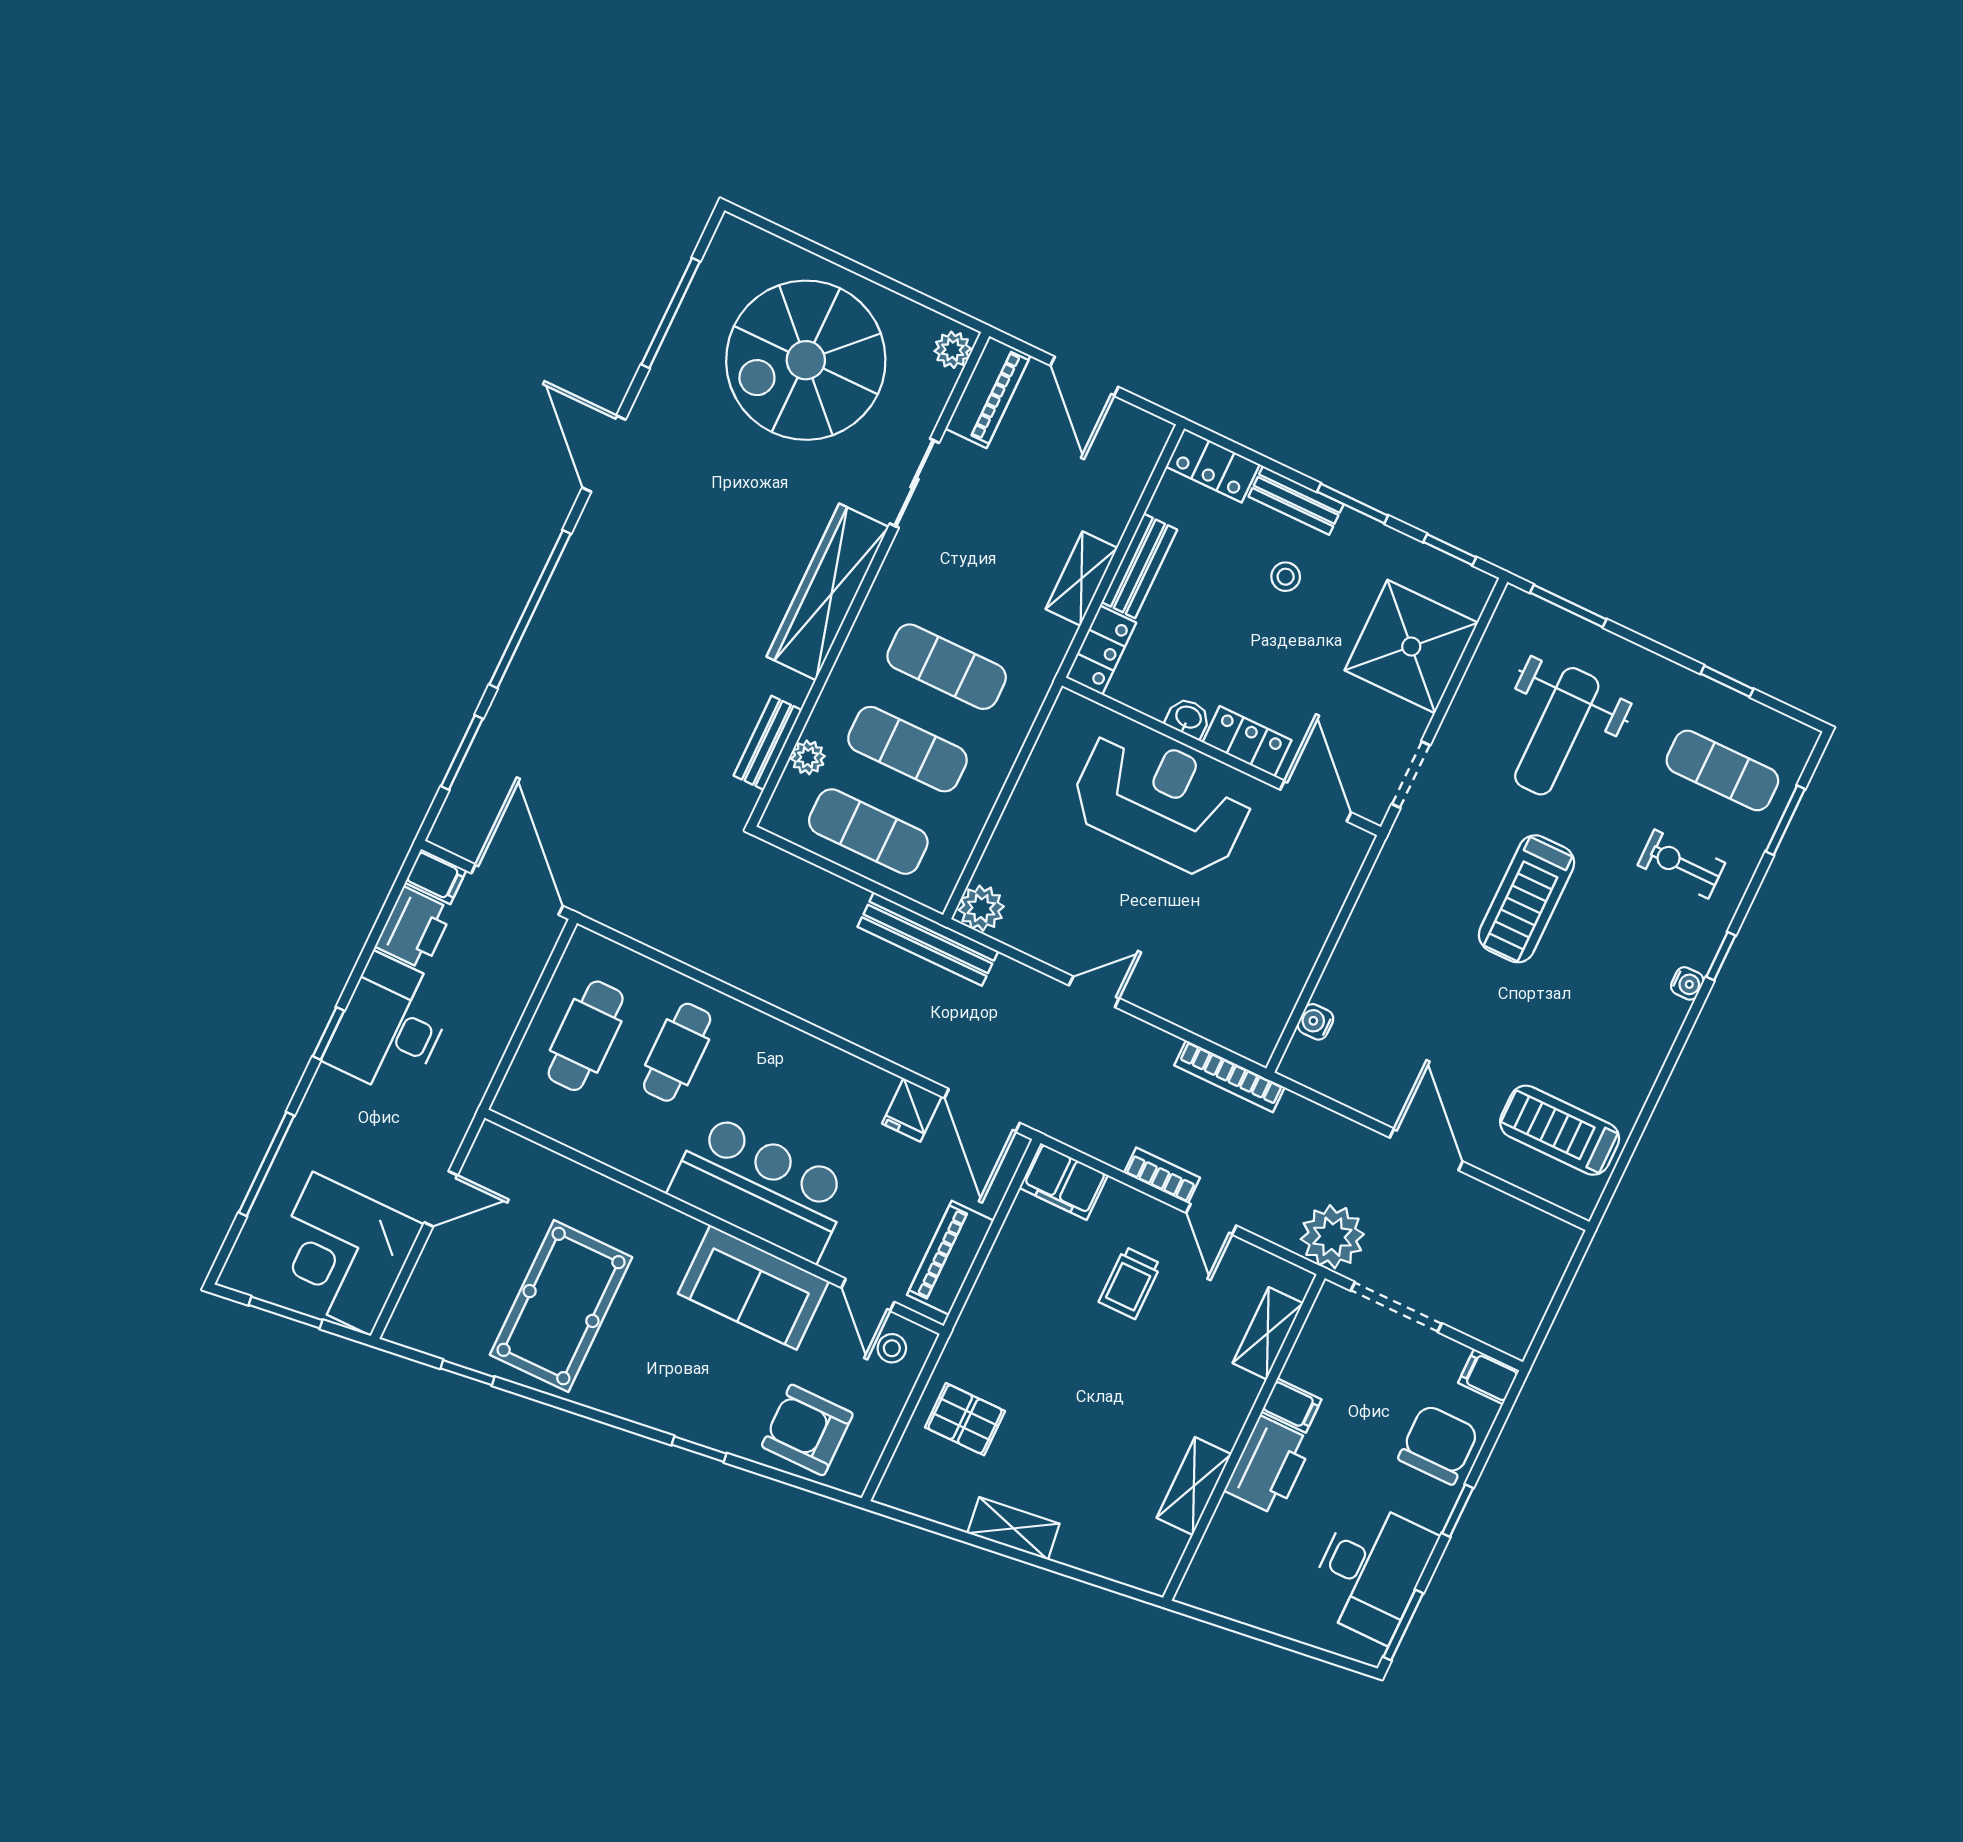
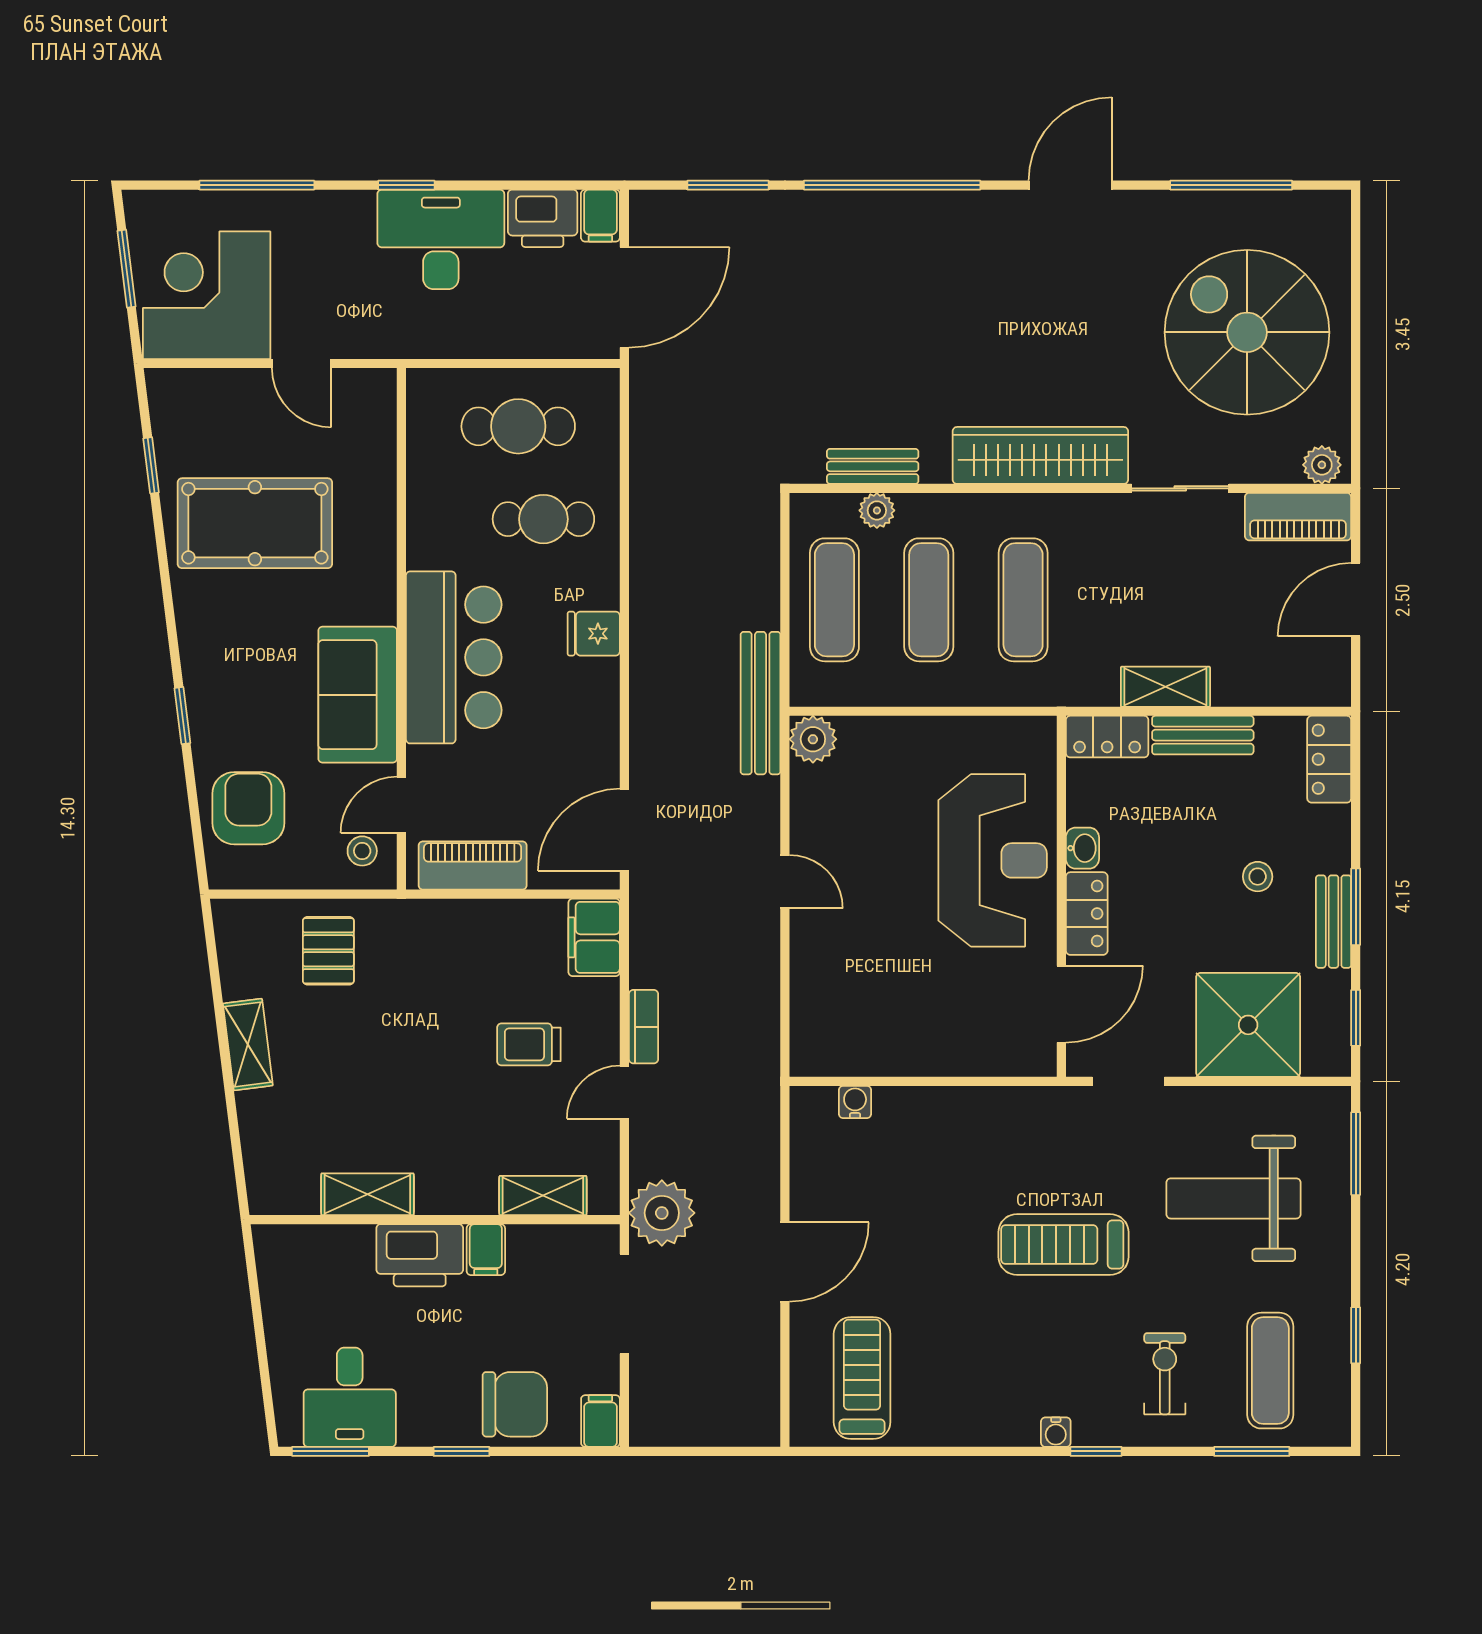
bench: (1296, 500) -> (1334, 922), moved
bookcase: (1230, 1076) -> (766, 1046), removed
fridge: (912, 1110) -> (594, 634), moved
desk: (1371, 1571) -> (350, 1397), width x0.73

